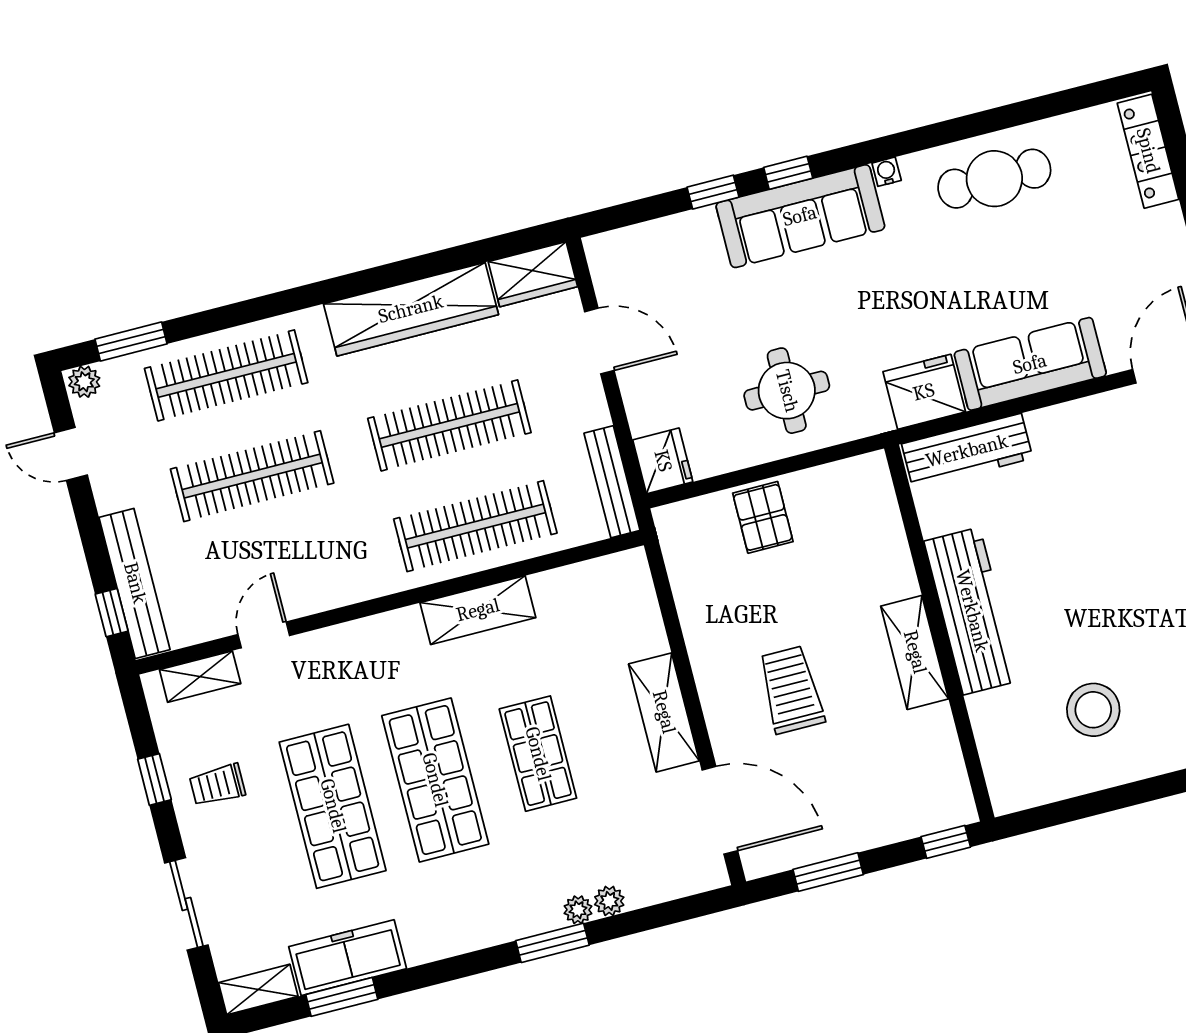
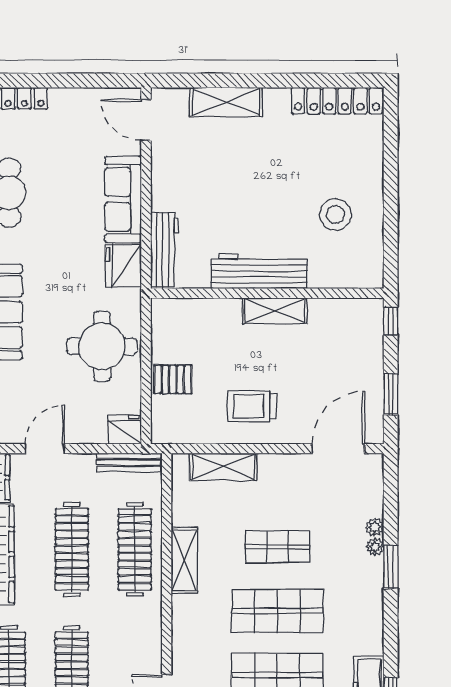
round table: (787, 391) -> (102, 346), width x1.36, depth x1.36
trolley: (791, 690) -> (252, 406), moved
shelving: (664, 712) -> (223, 467), moved

